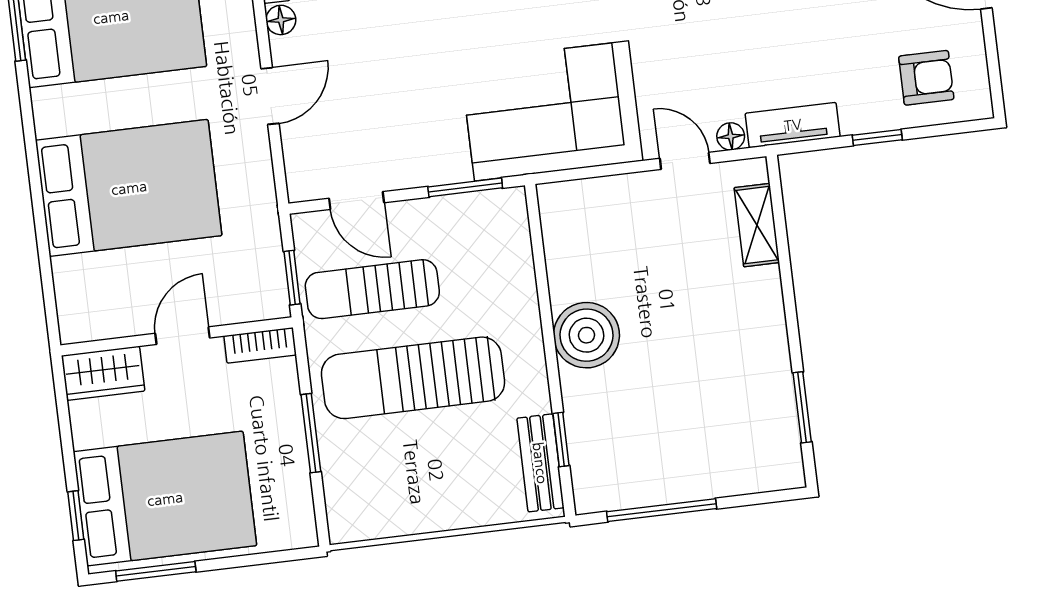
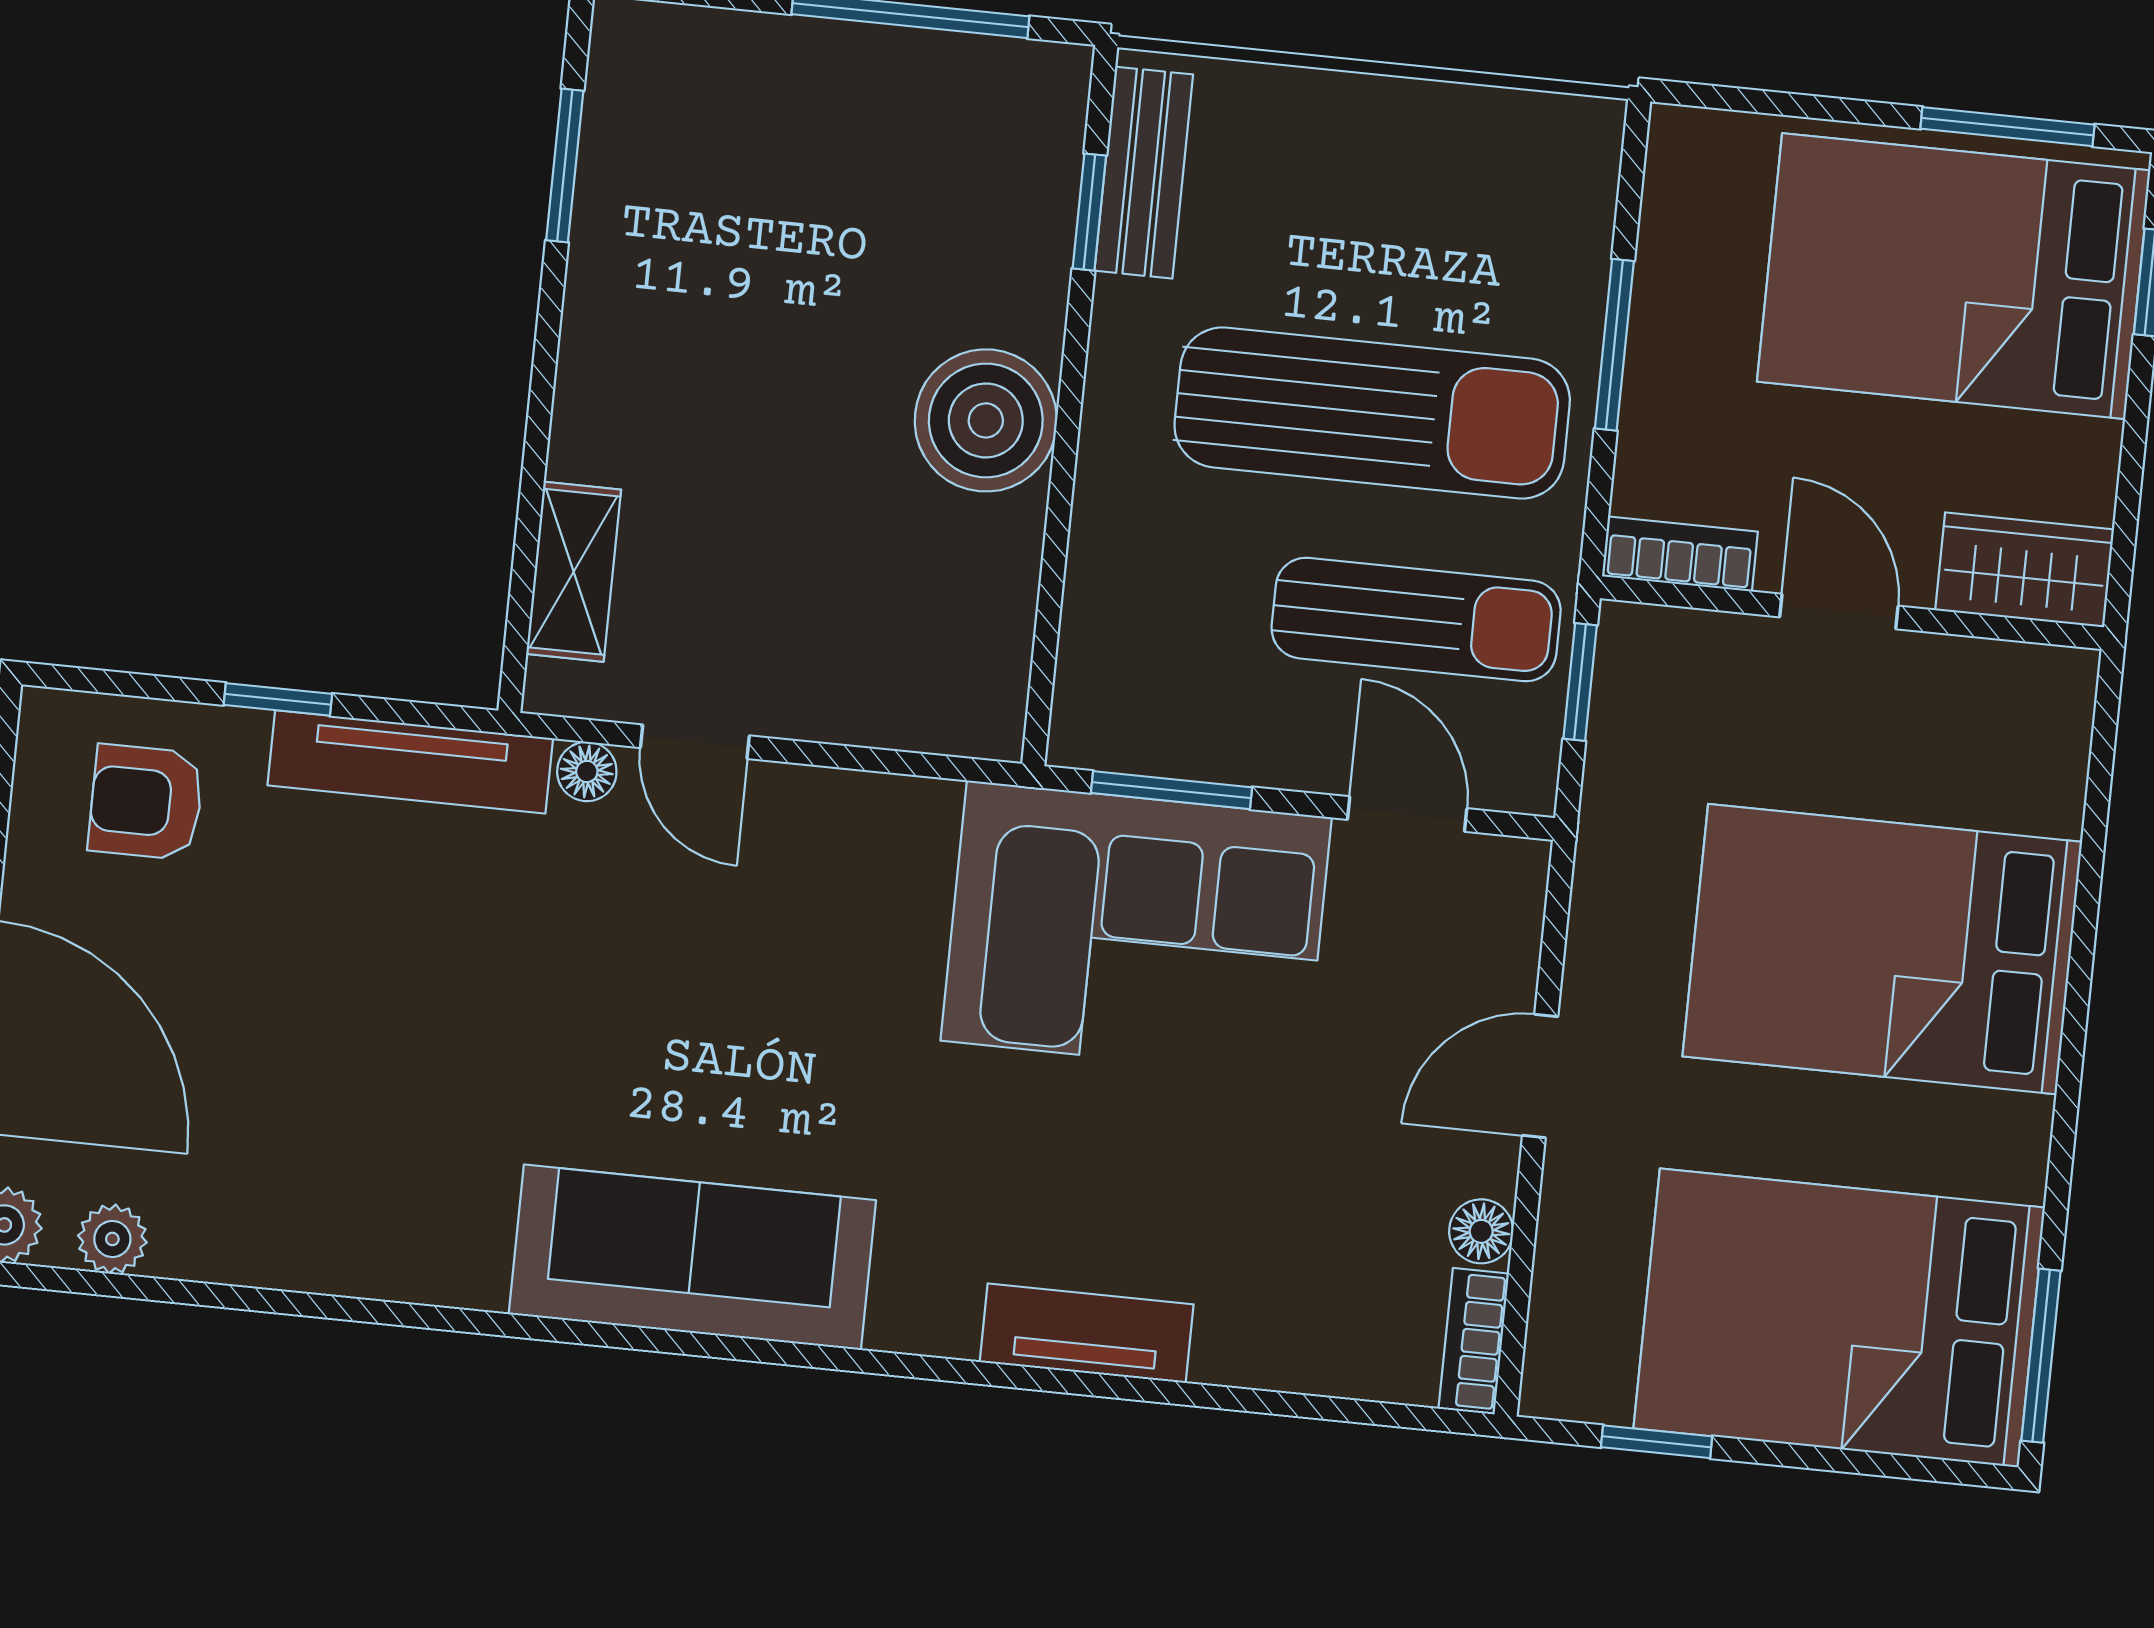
corner sofa: (552, 111) -> (1136, 929), moved
tv unit: (793, 125) -> (410, 762), width x1.41
door: (183, 336) -> (1839, 611), swing flipped

